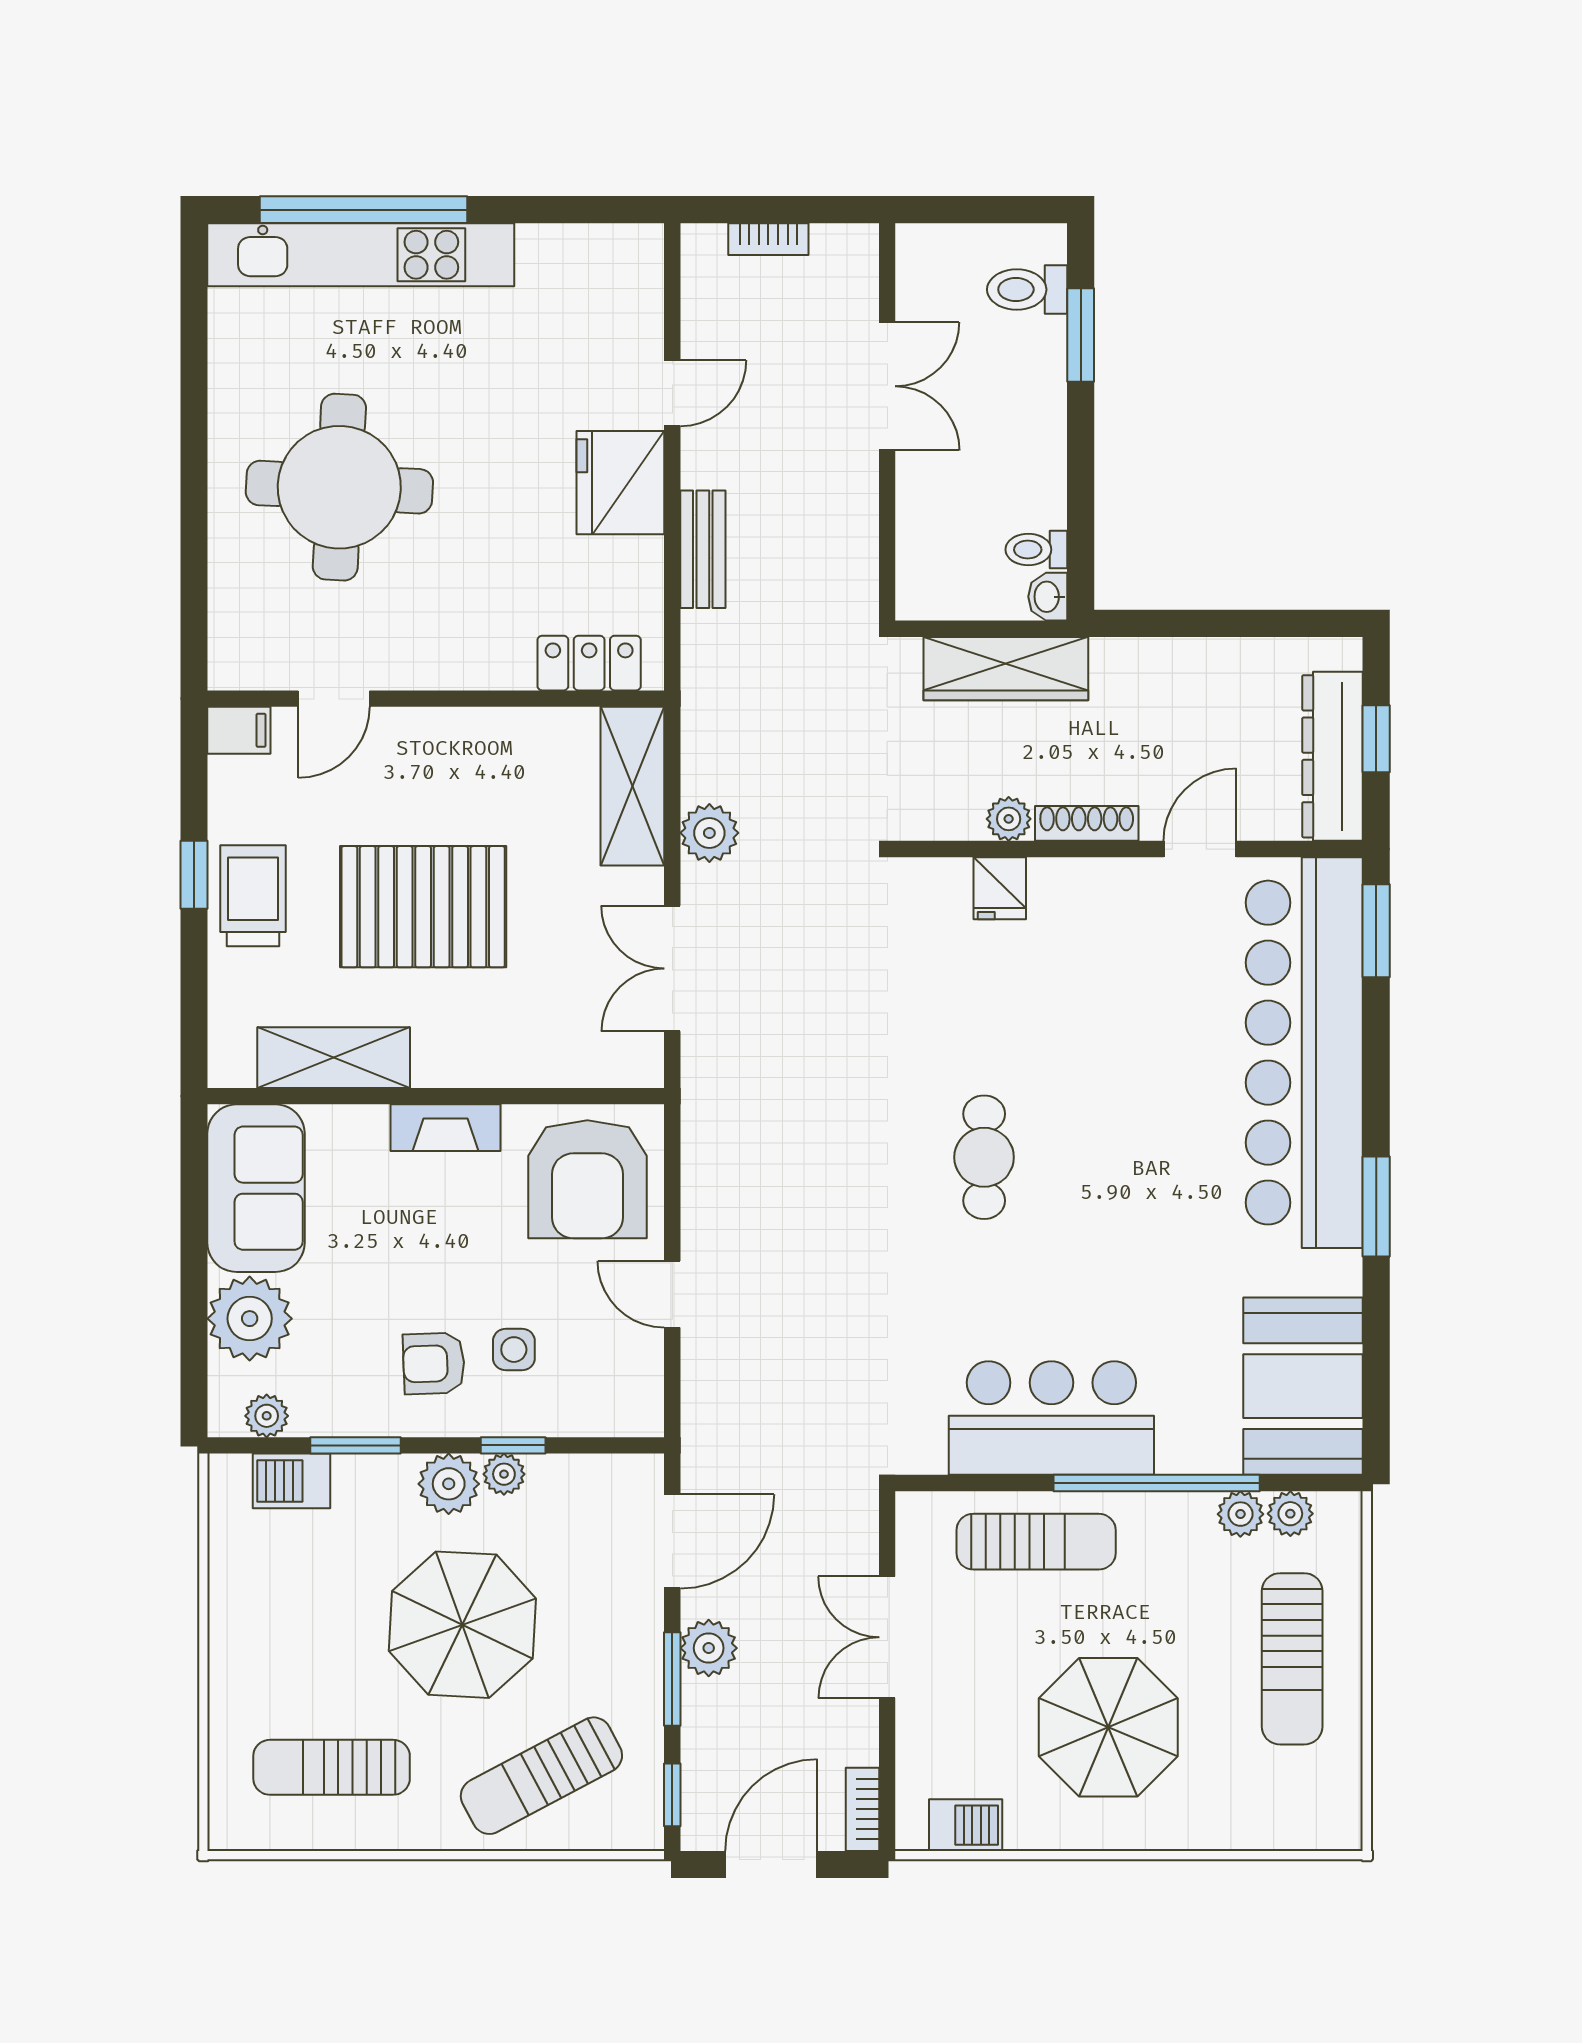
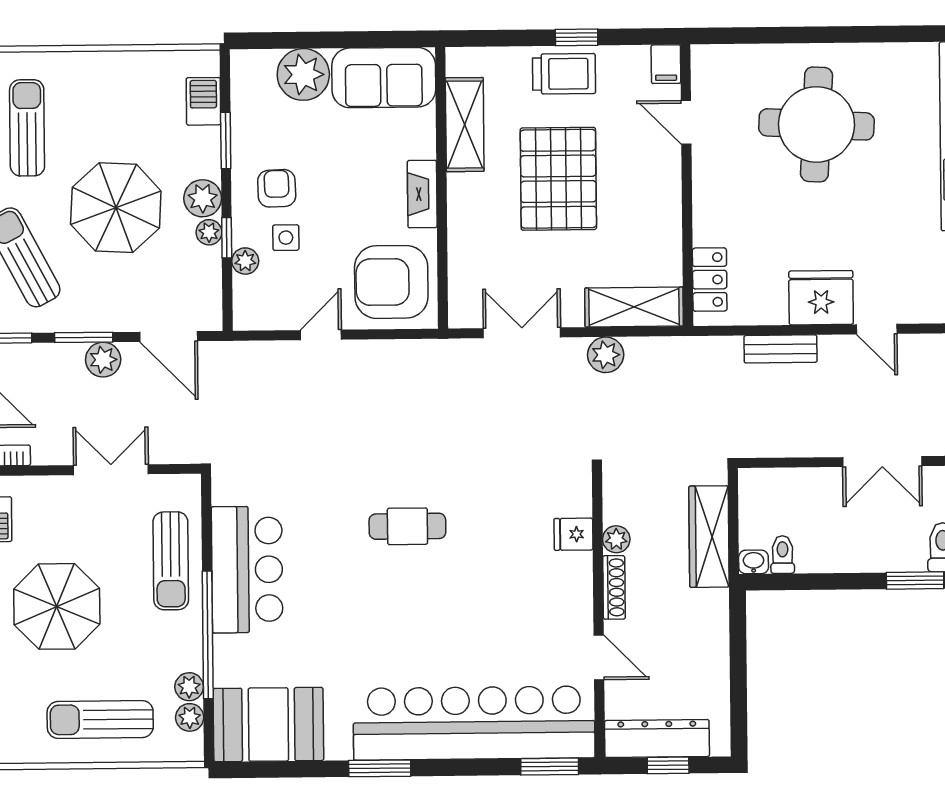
plant: (267, 1416) -> (245, 261), moved

